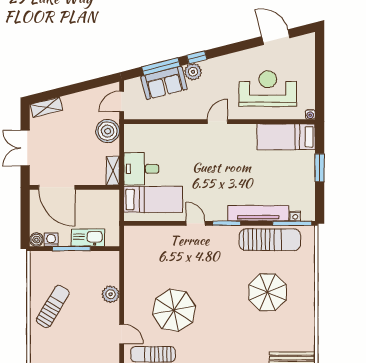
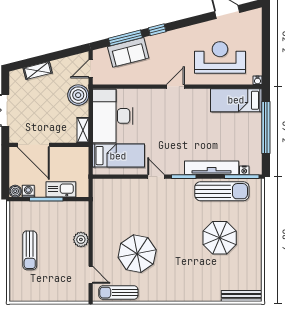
plant: (193, 72) -> (154, 43), removed
shelving: (46, 107) -> (38, 71), moved
window: (320, 168) -> (266, 128), width x2.11
desk: (141, 169) -> (113, 116), width x1.87, depth x1.30
sun lounger: (53, 307) -> (30, 250), turned 149

